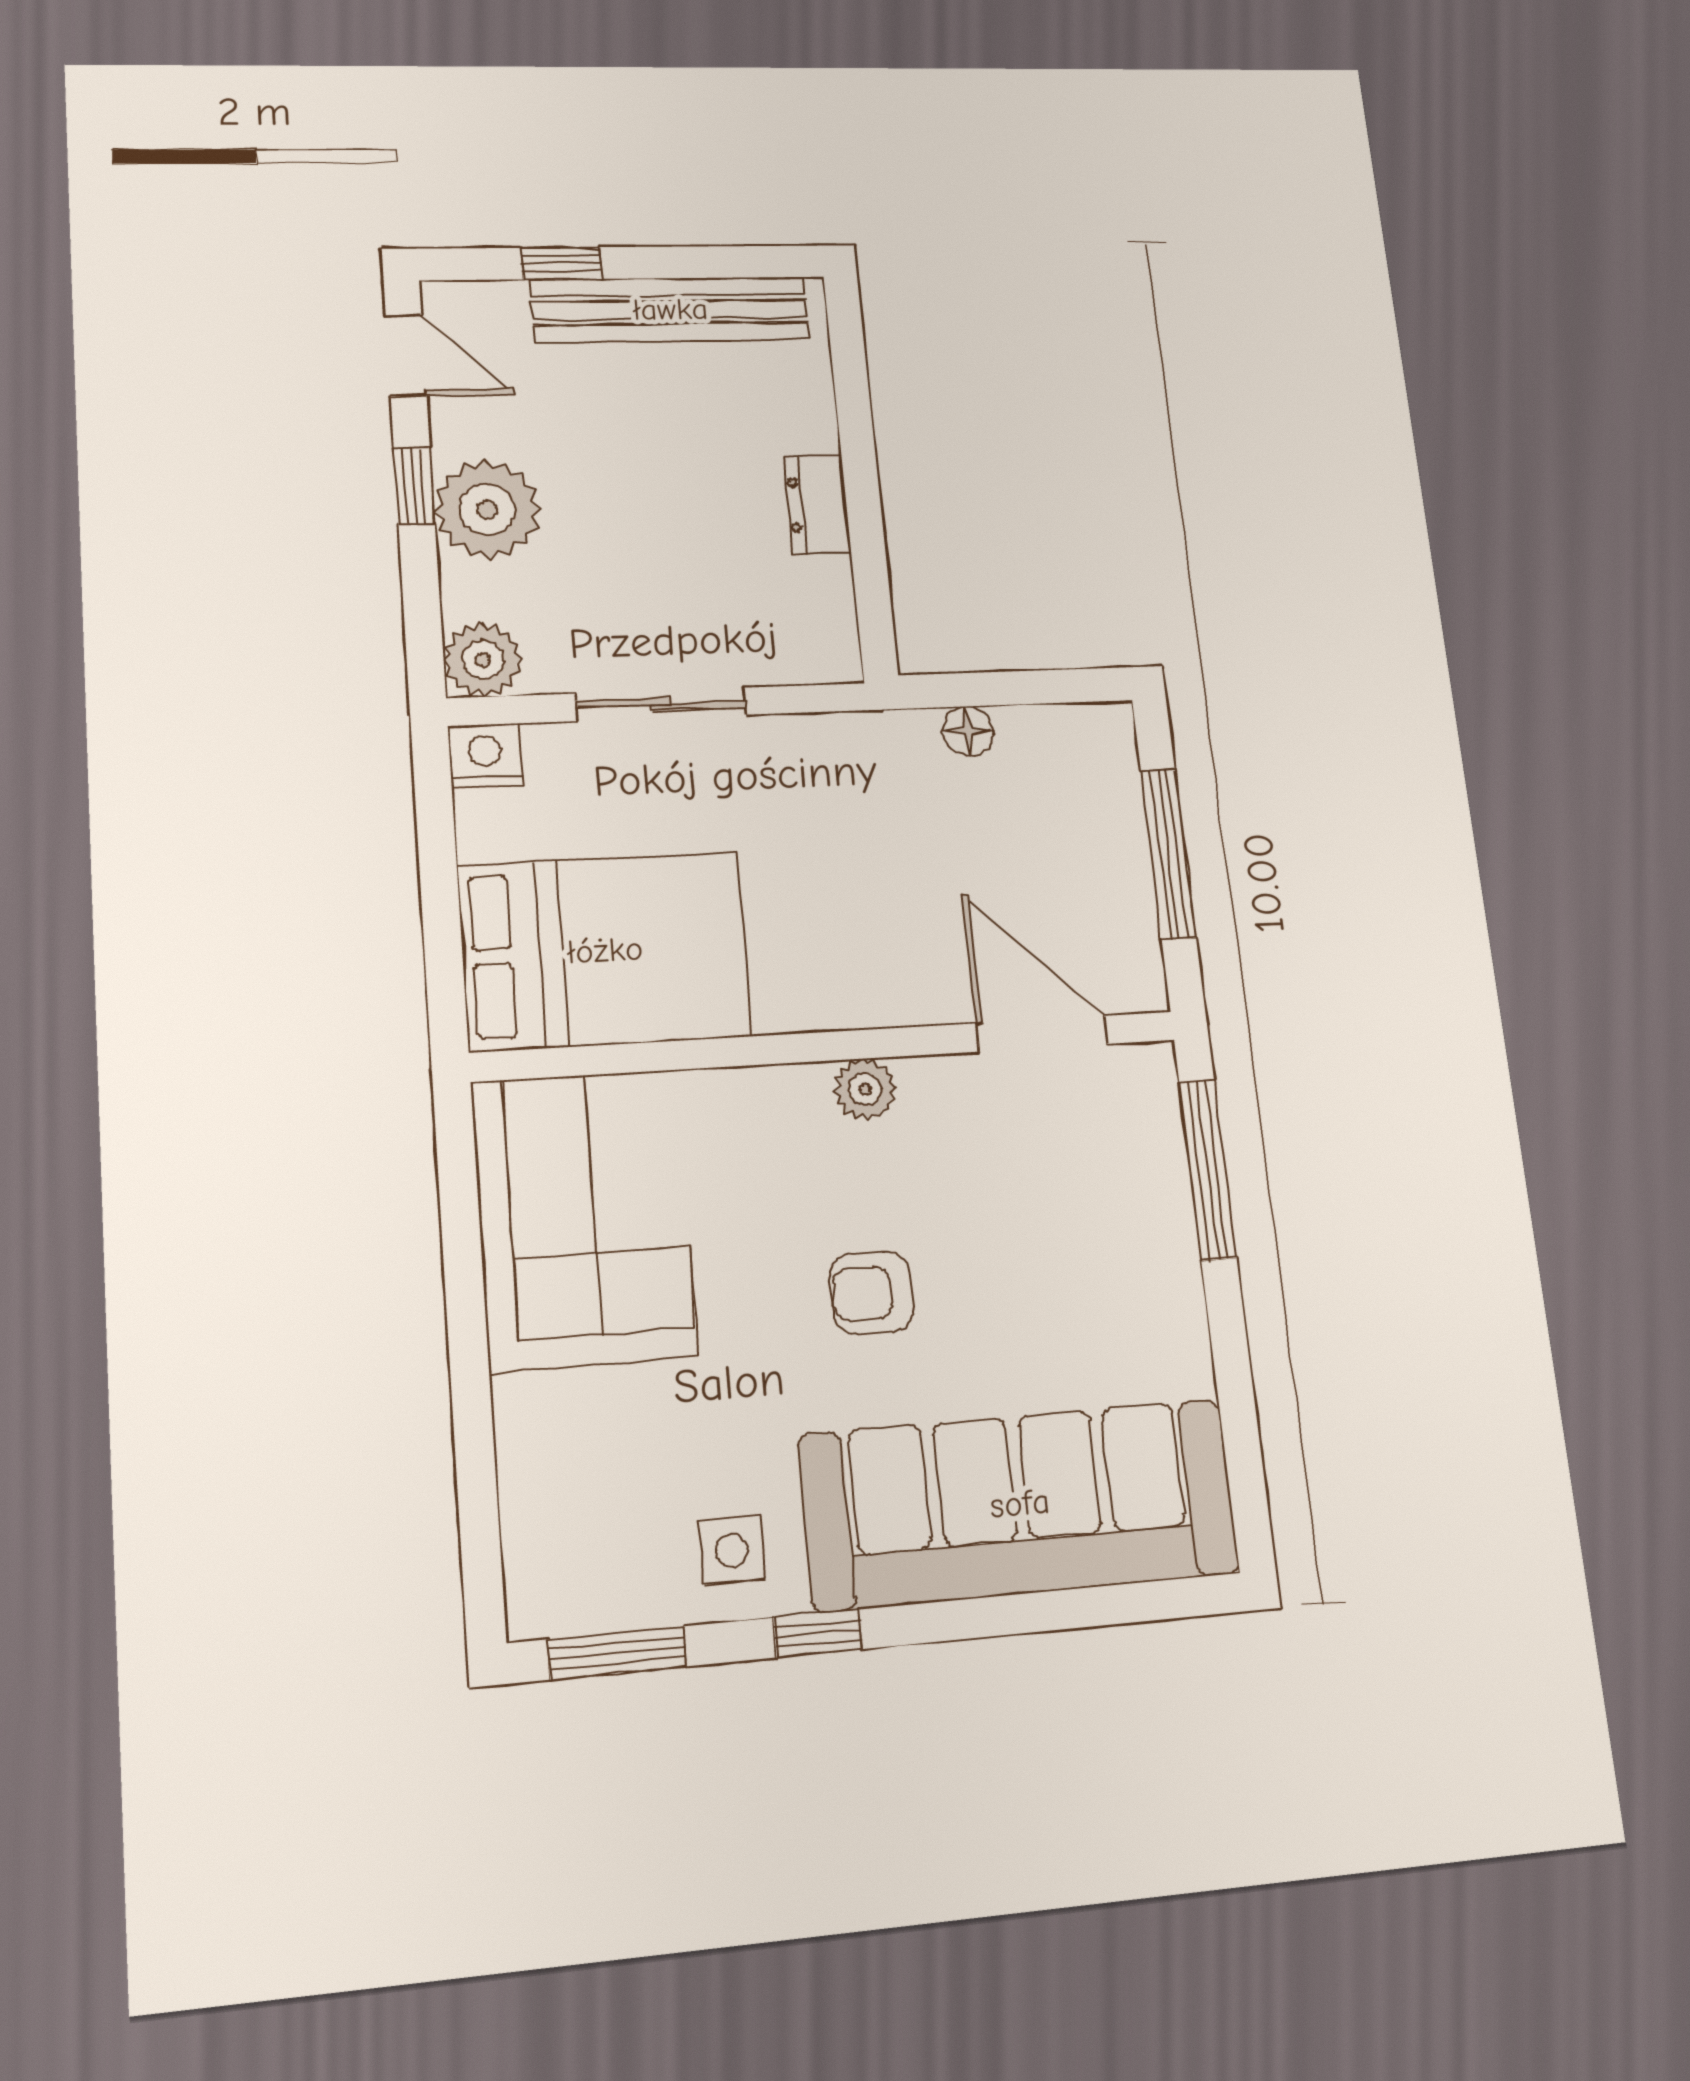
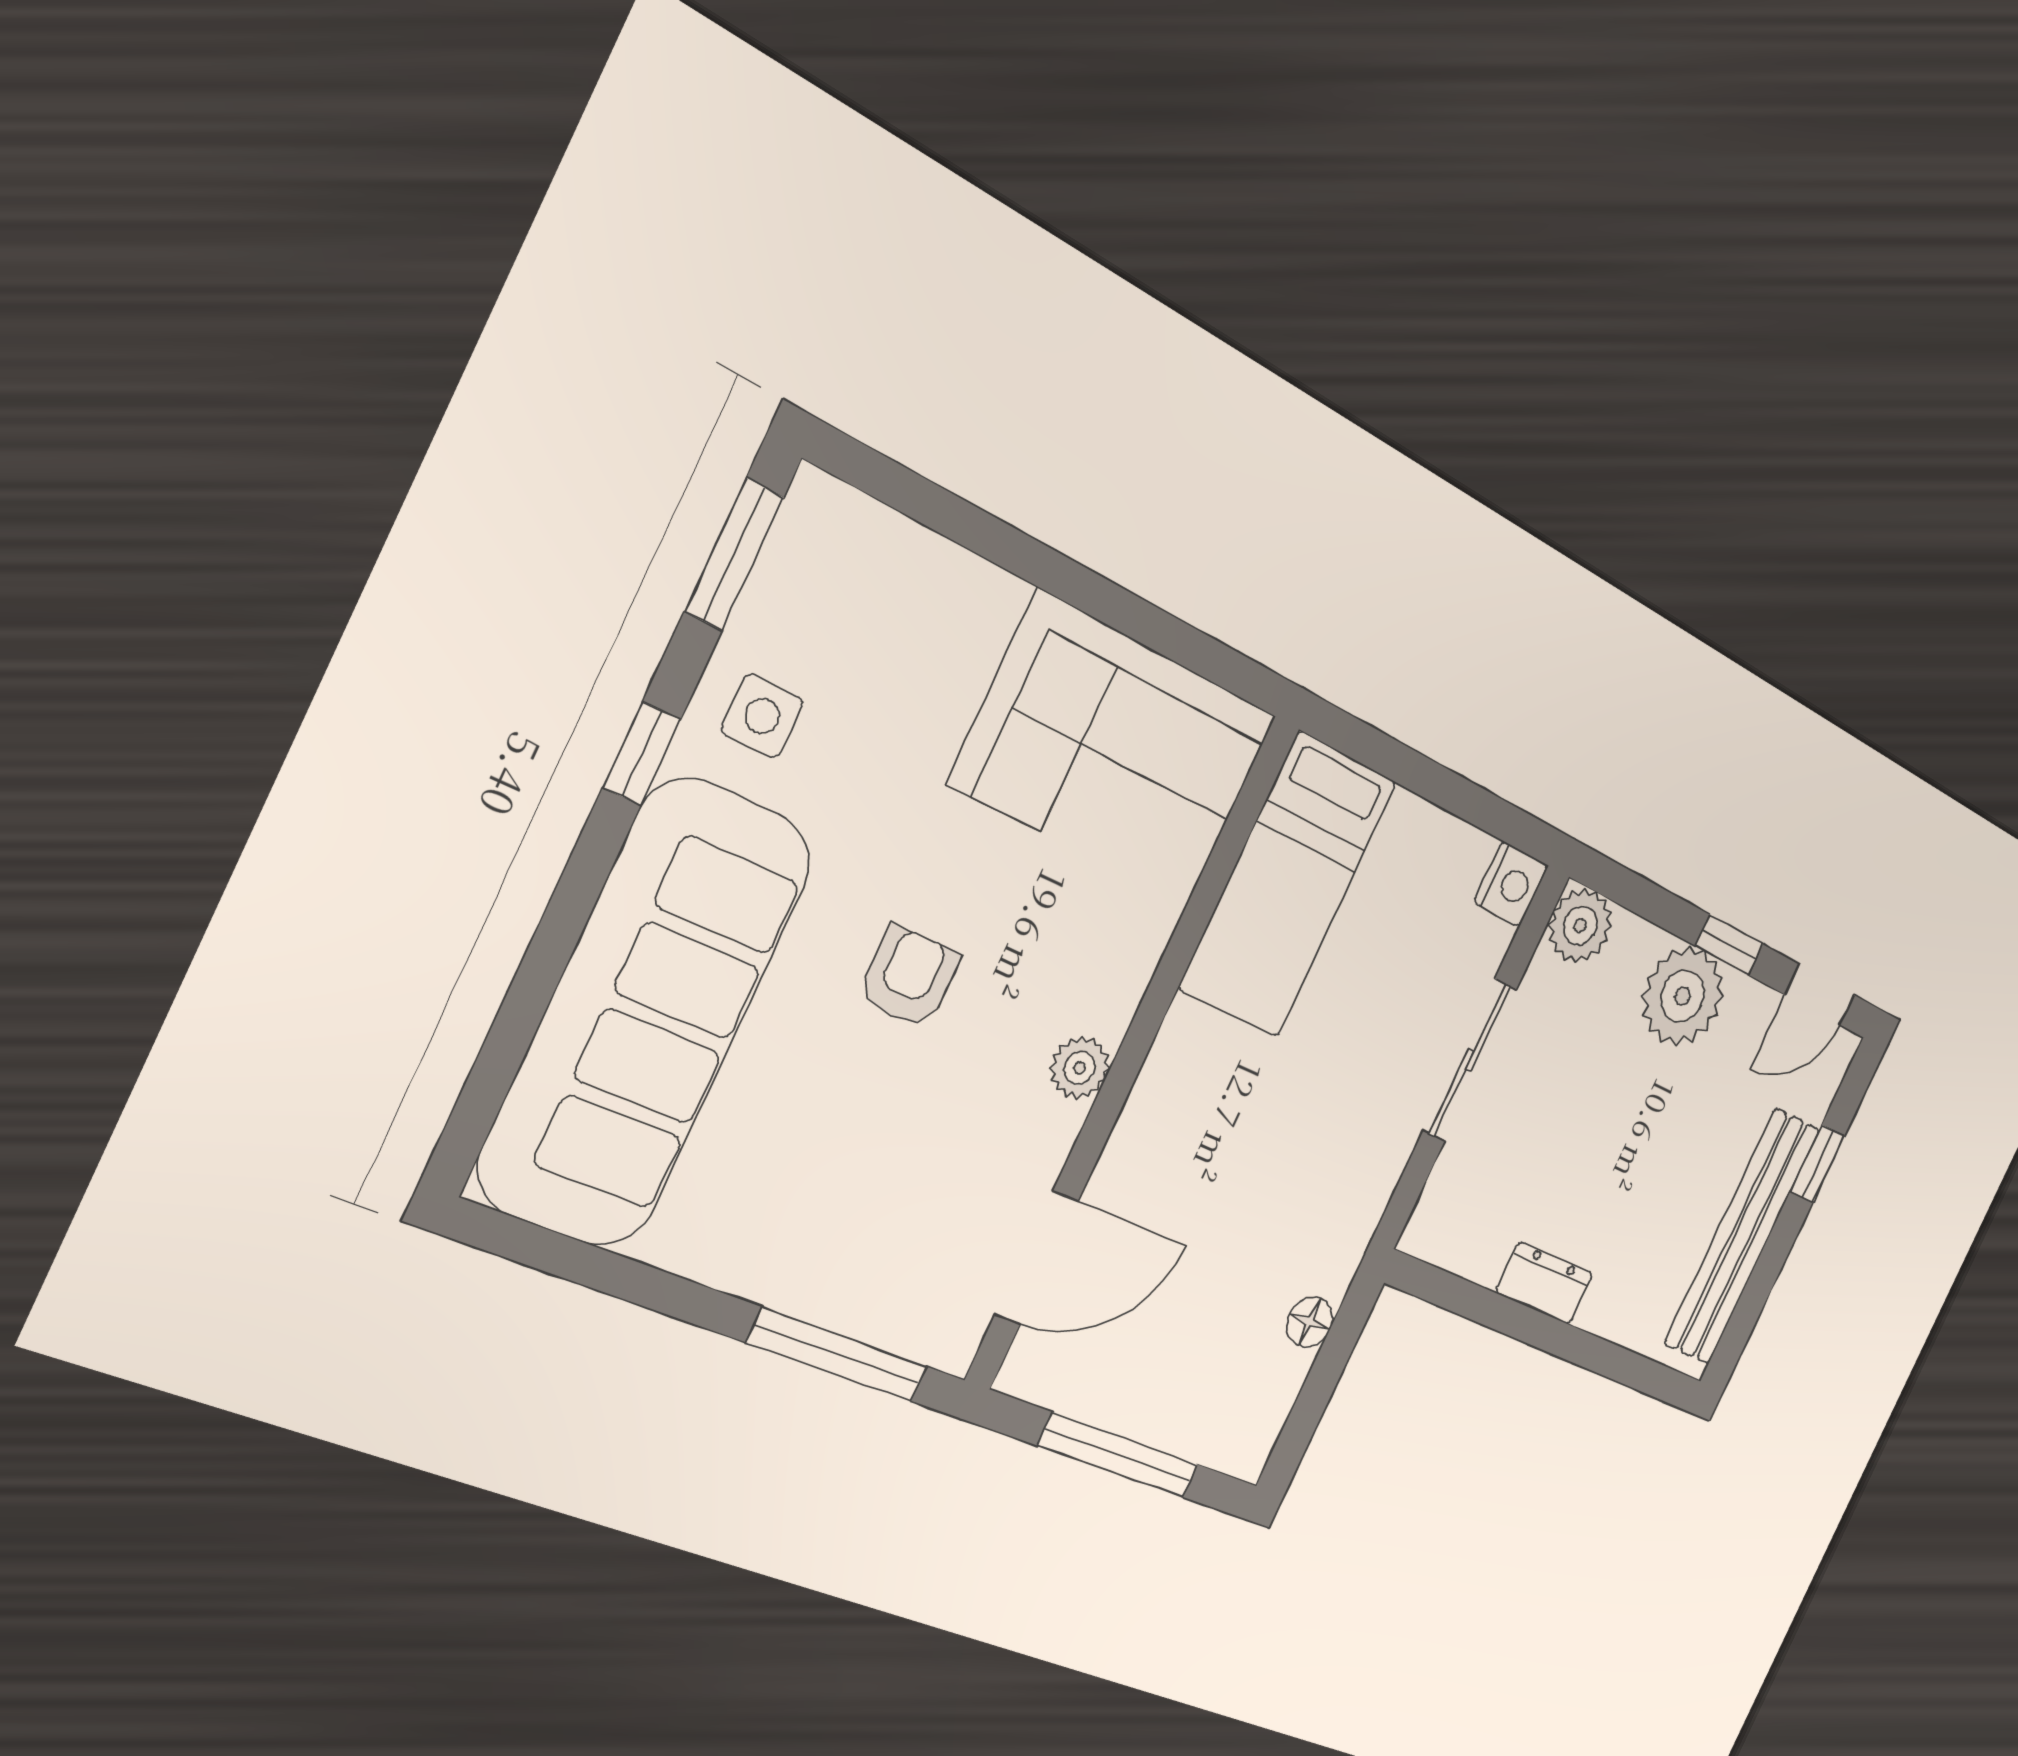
bed: (605, 951) -> (1288, 885), width x0.67

